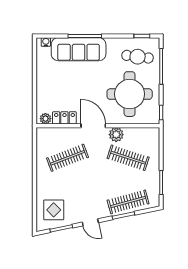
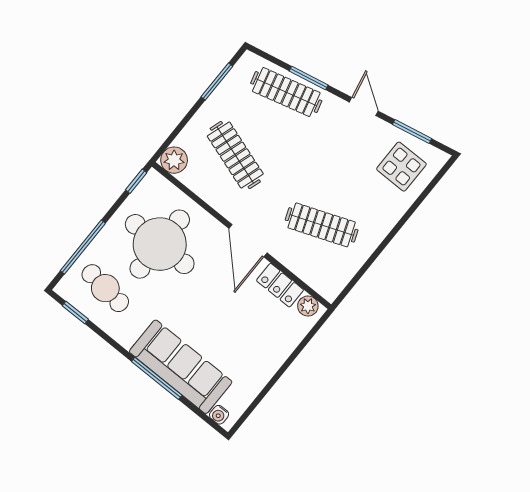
plant: (116, 135) -> (174, 160), moved

